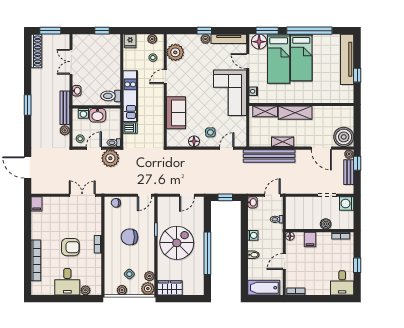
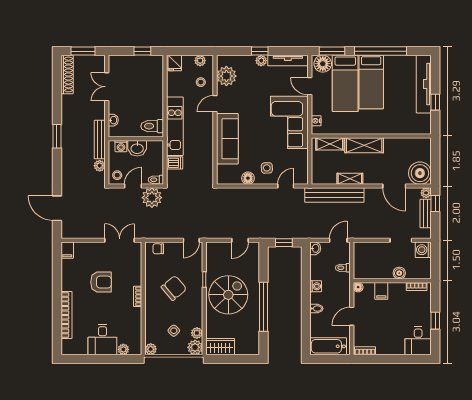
sofa: (176, 113) -> (227, 139), width x1.36
chair: (129, 237) -> (174, 288), turned 140
armchair: (70, 247) -> (101, 282), moved
plant: (122, 290) -> (151, 349), moved

